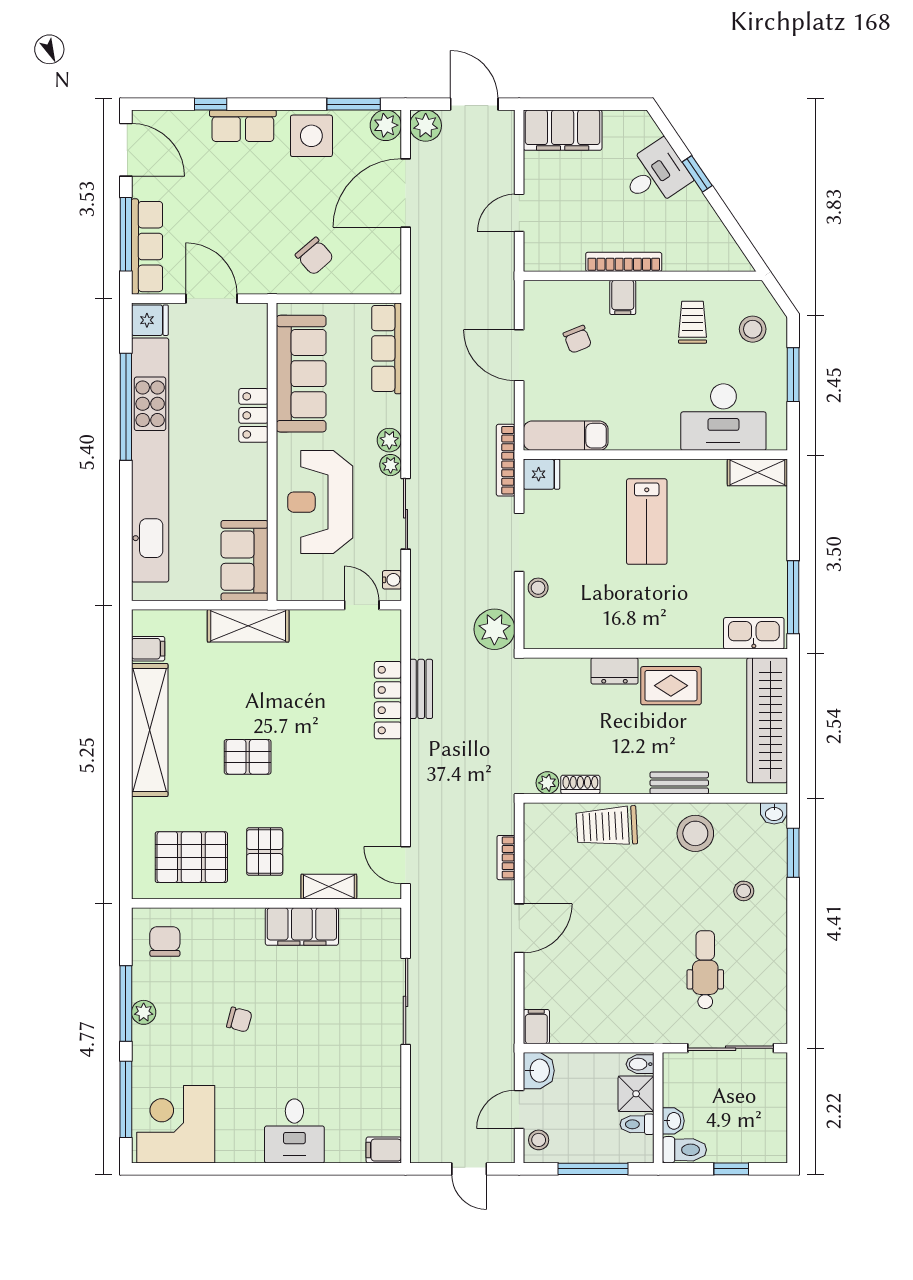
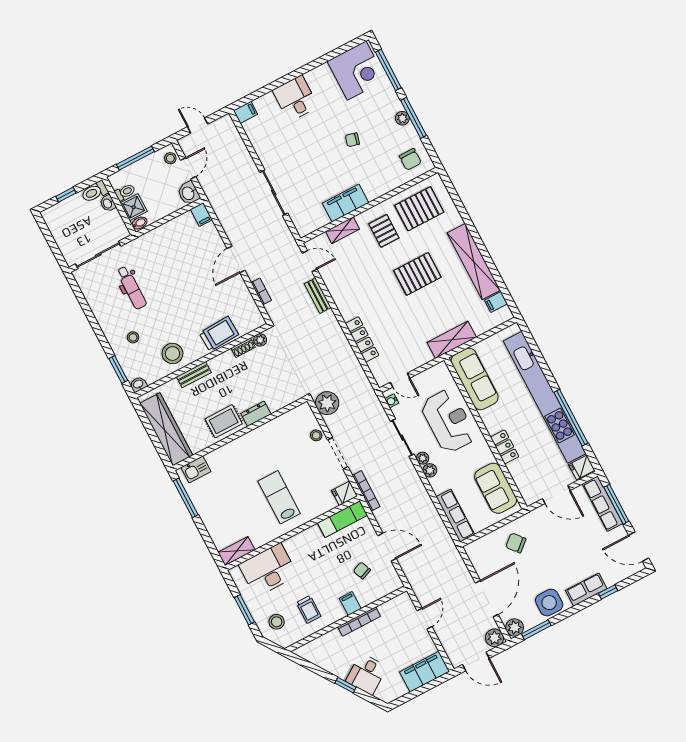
sofa: (301, 374) -> (496, 488), width x0.73
sofa: (244, 561) -> (475, 379), width x1.36
kitchen sink: (754, 633) -> (196, 469), width x0.73
bench: (421, 689) -> (318, 296), moved
pallet: (248, 757) -> (417, 274), width x1.50, depth x1.42

